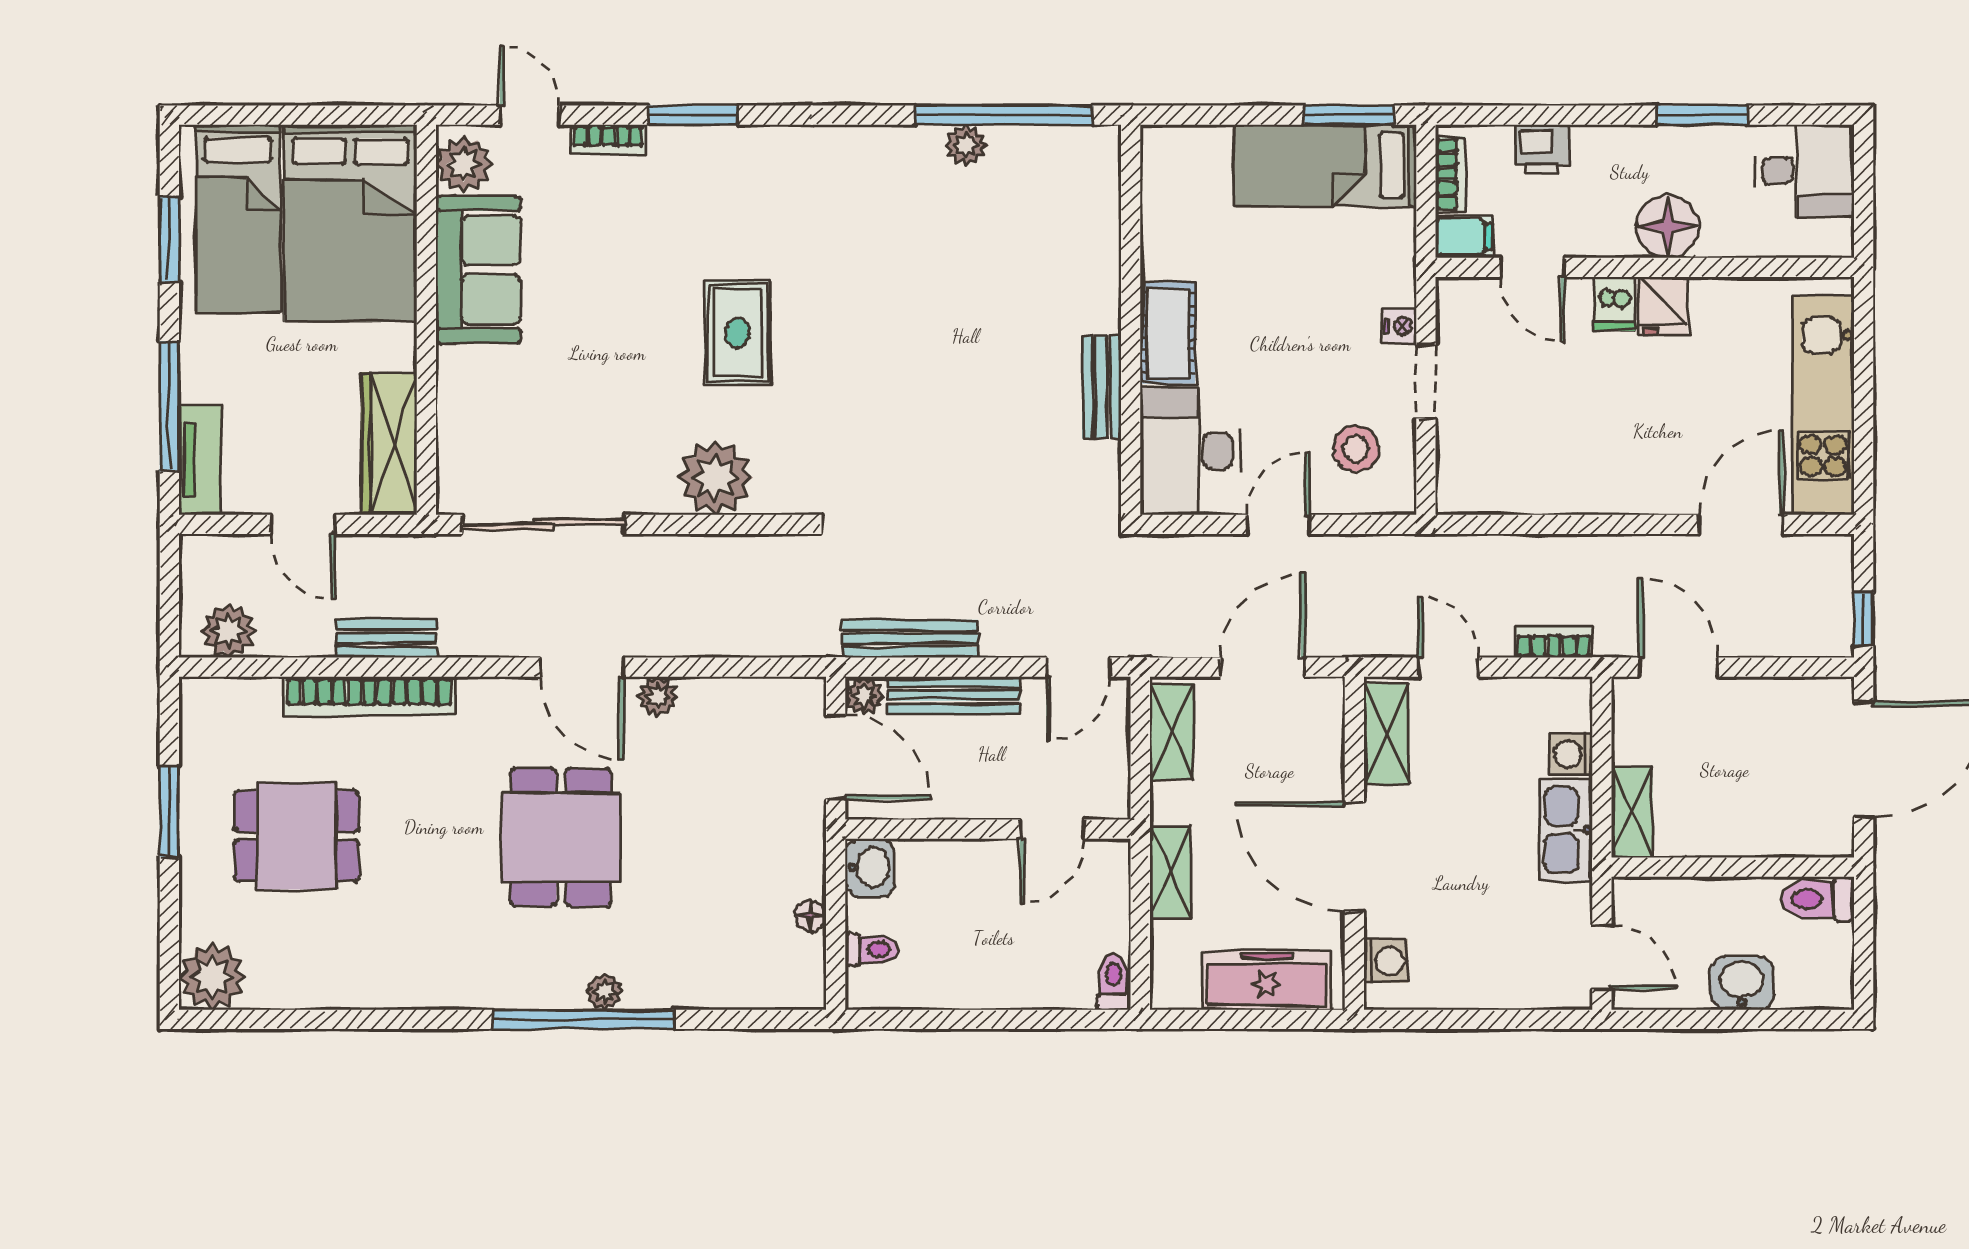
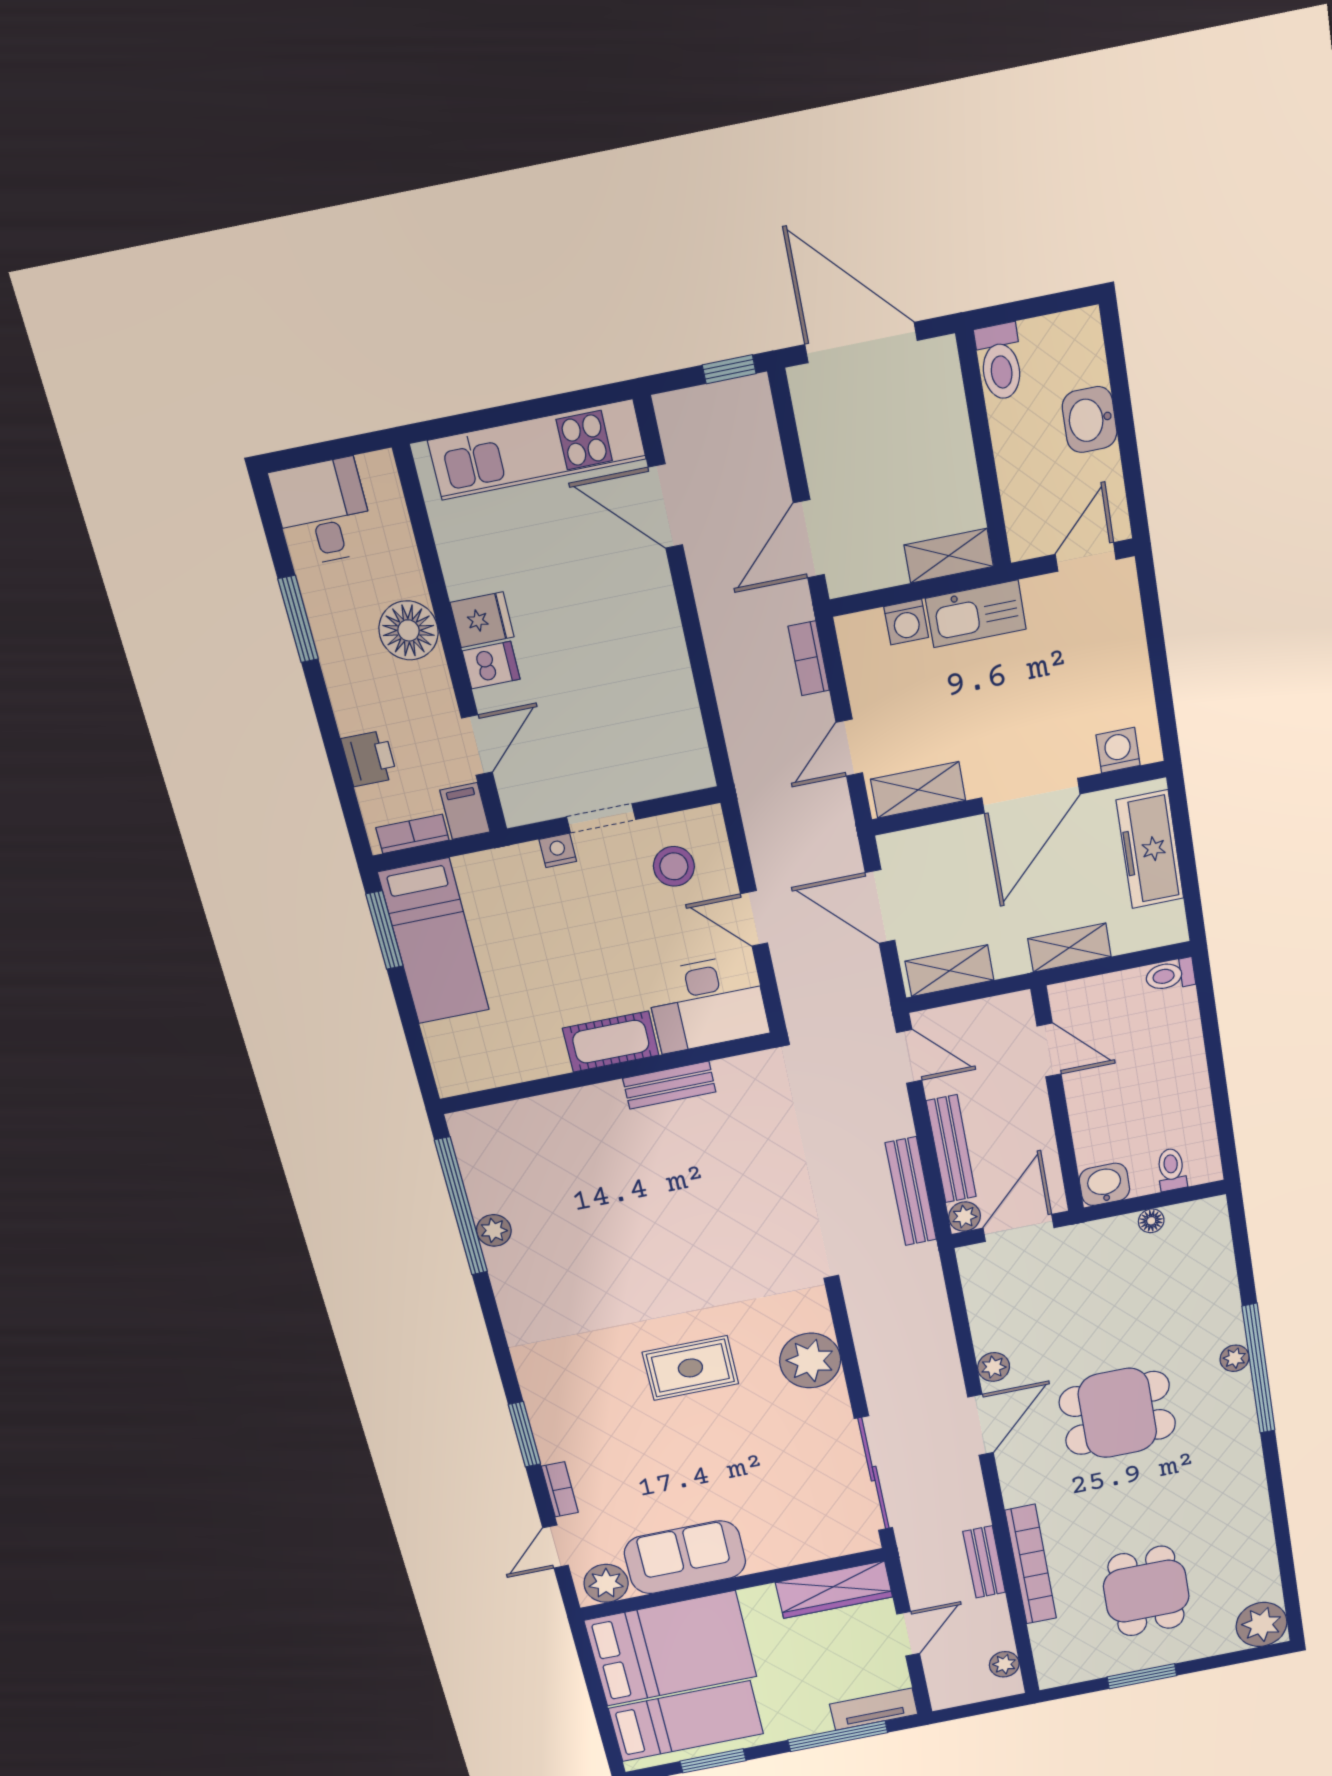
plant: (229, 631) -> (1004, 1664), width x0.73, depth x0.73

